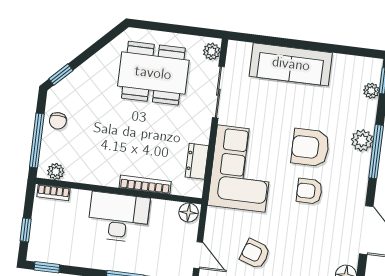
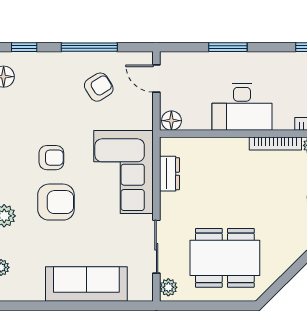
bookcase: (145, 185) -> (275, 143), moved
armchair: (255, 254) -> (99, 87), turned -51

